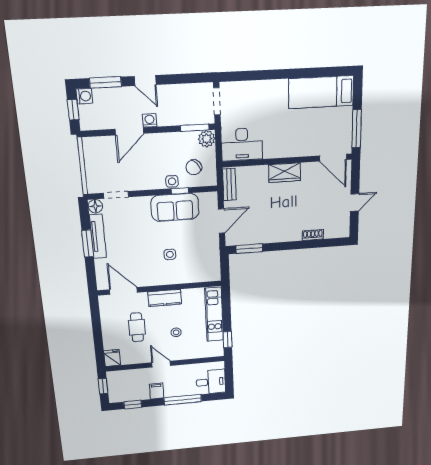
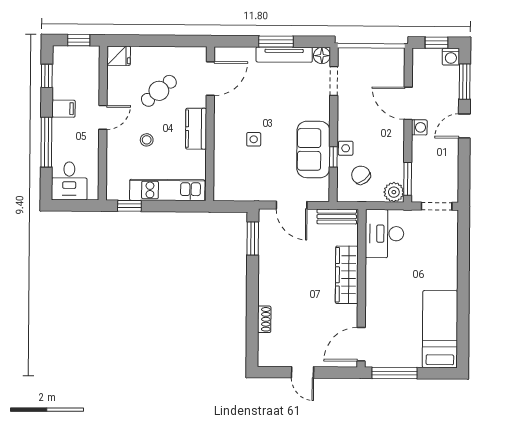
wardrobe: (285, 173) -> (347, 275), width x1.50
cafe table: (137, 327) -> (159, 91), turned -40

